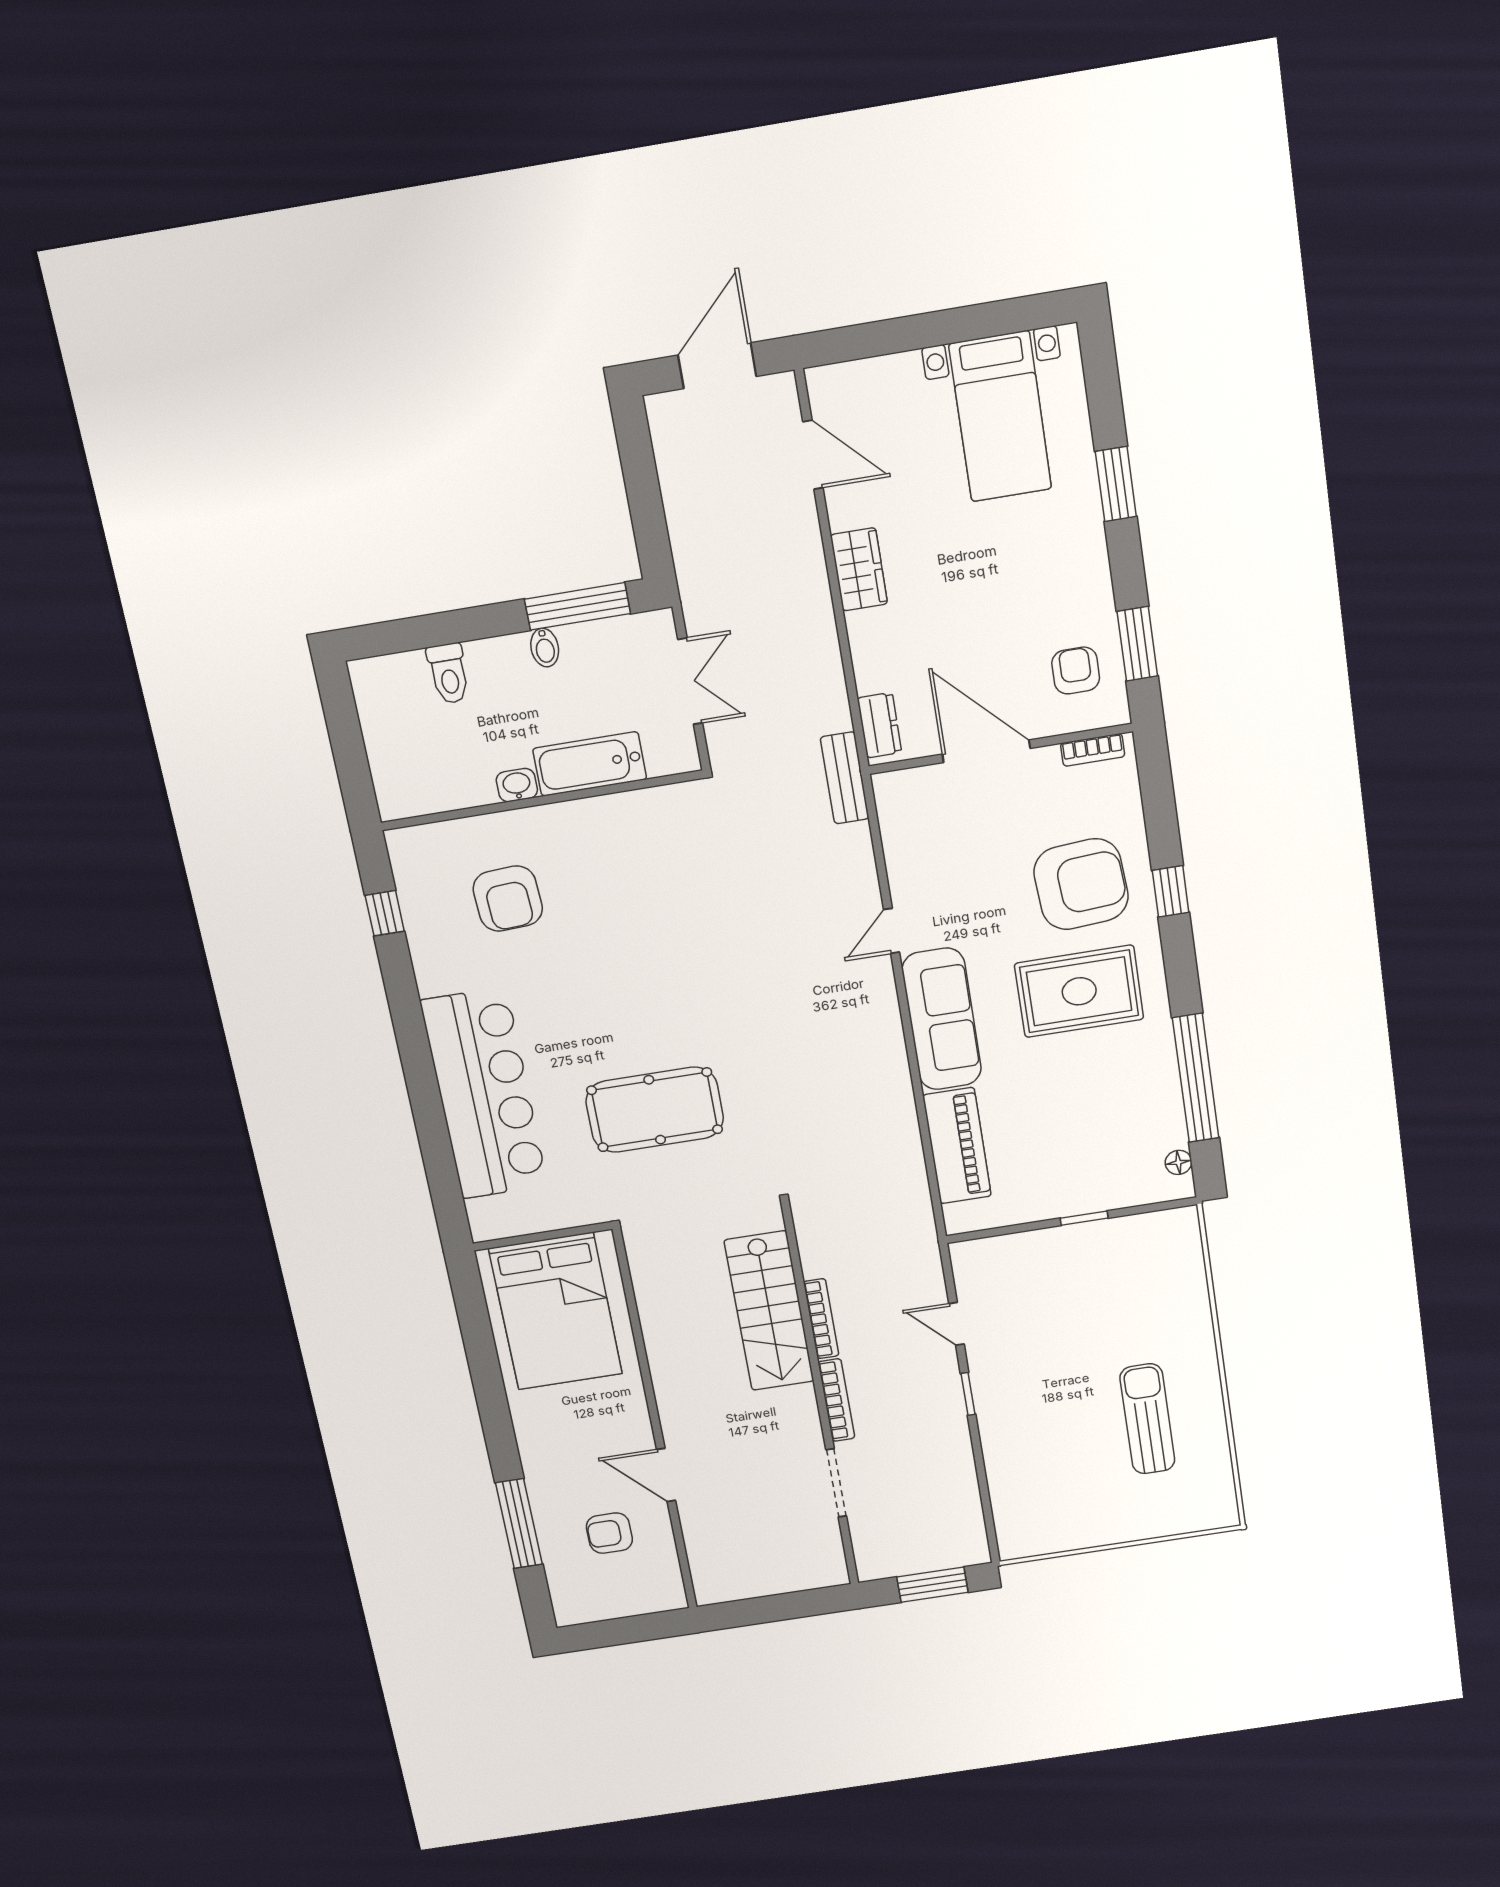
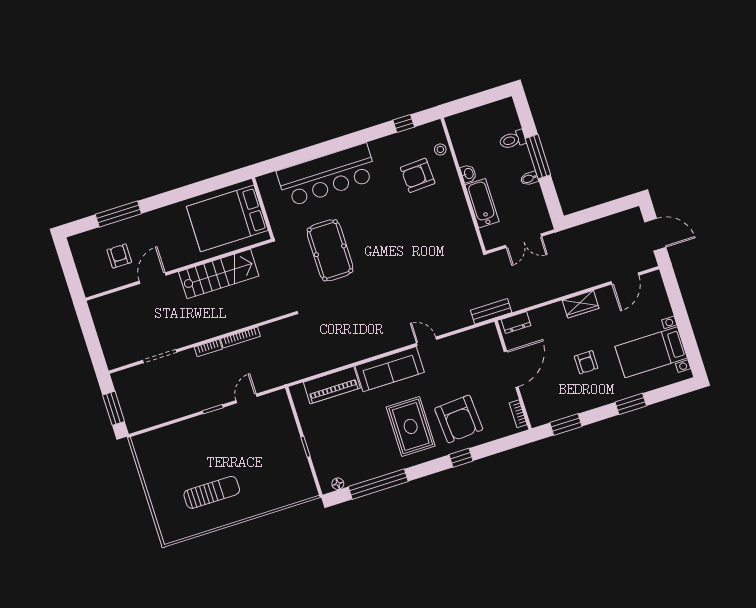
window: (577, 606) -> (538, 157), moved
armchair: (1076, 671) -> (586, 362), moved, turned 90
stool: (453, 840) -> (440, 149), added
stairs: (769, 1311) -> (219, 274), moved, turned 180
bookcase: (836, 1400) -> (208, 348), width x0.64

